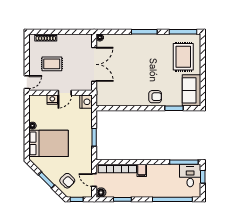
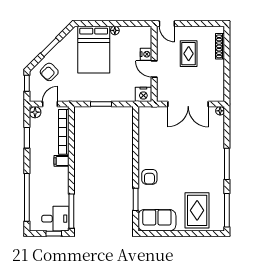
rug: (183, 57) -> (197, 210), turned 90

